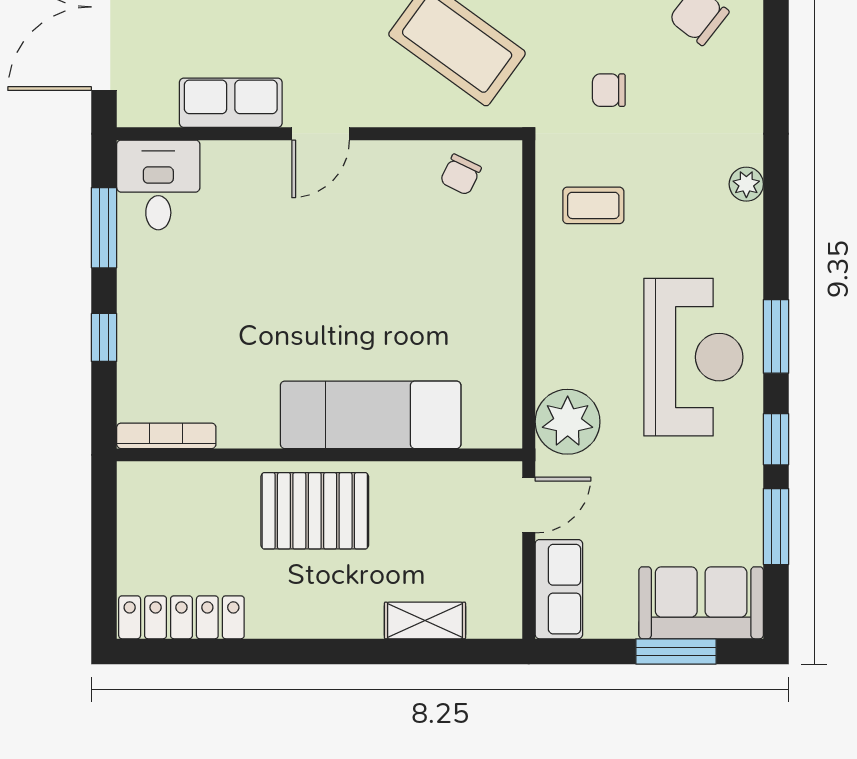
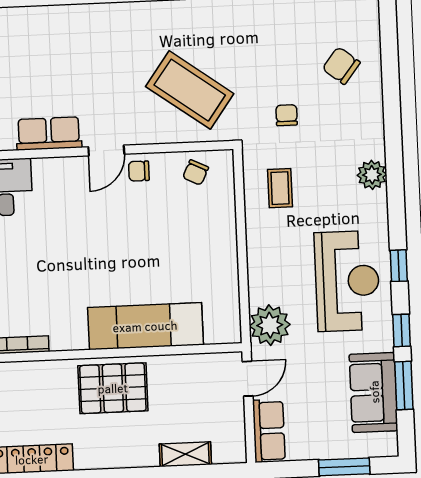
chair: (609, 90) -> (287, 115), turned 90
chair: (371, 169) -> (139, 171), added
plant: (746, 184) -> (372, 175), width x1.38, depth x1.38
coffee table: (593, 205) -> (280, 188), turned 90
window: (776, 336) -> (399, 266), width x0.67
sofa: (701, 603) -> (374, 392), moved, turned -90

